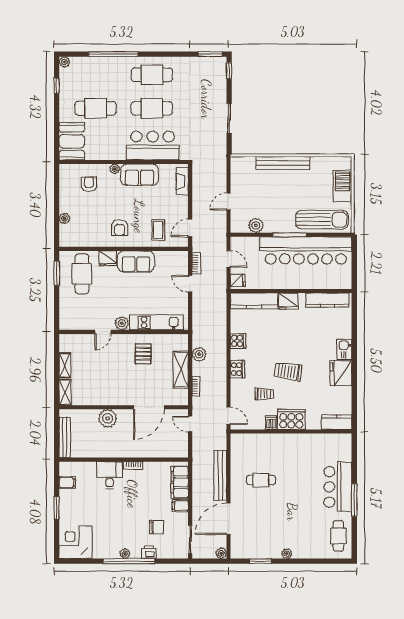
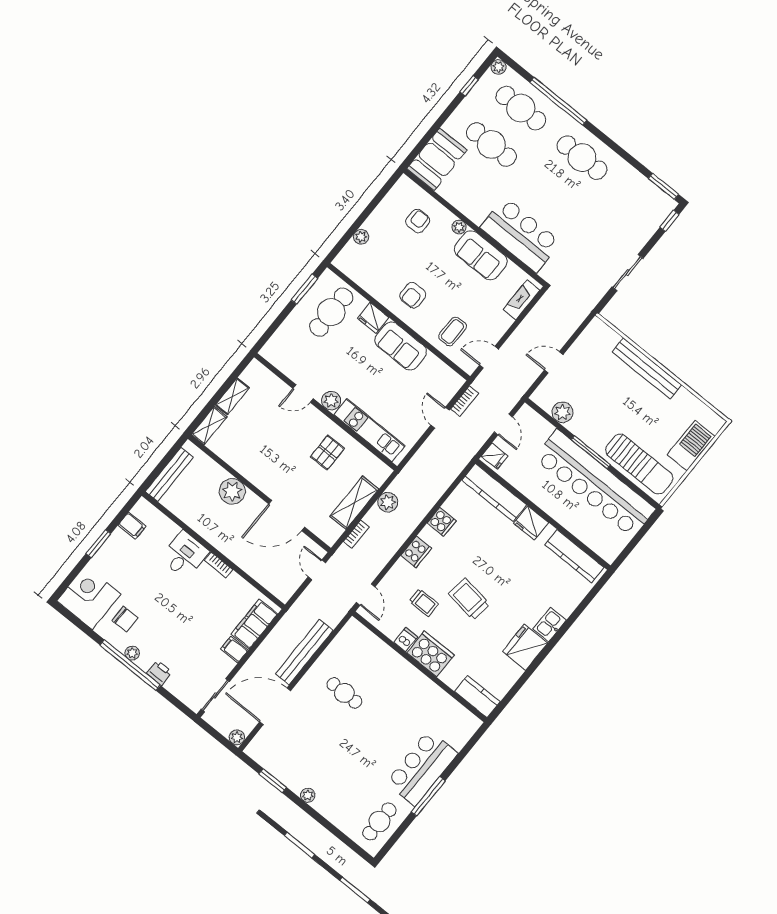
cafe table: (152, 108) -> (521, 108), moved
chair: (157, 527) -> (125, 619), moved

